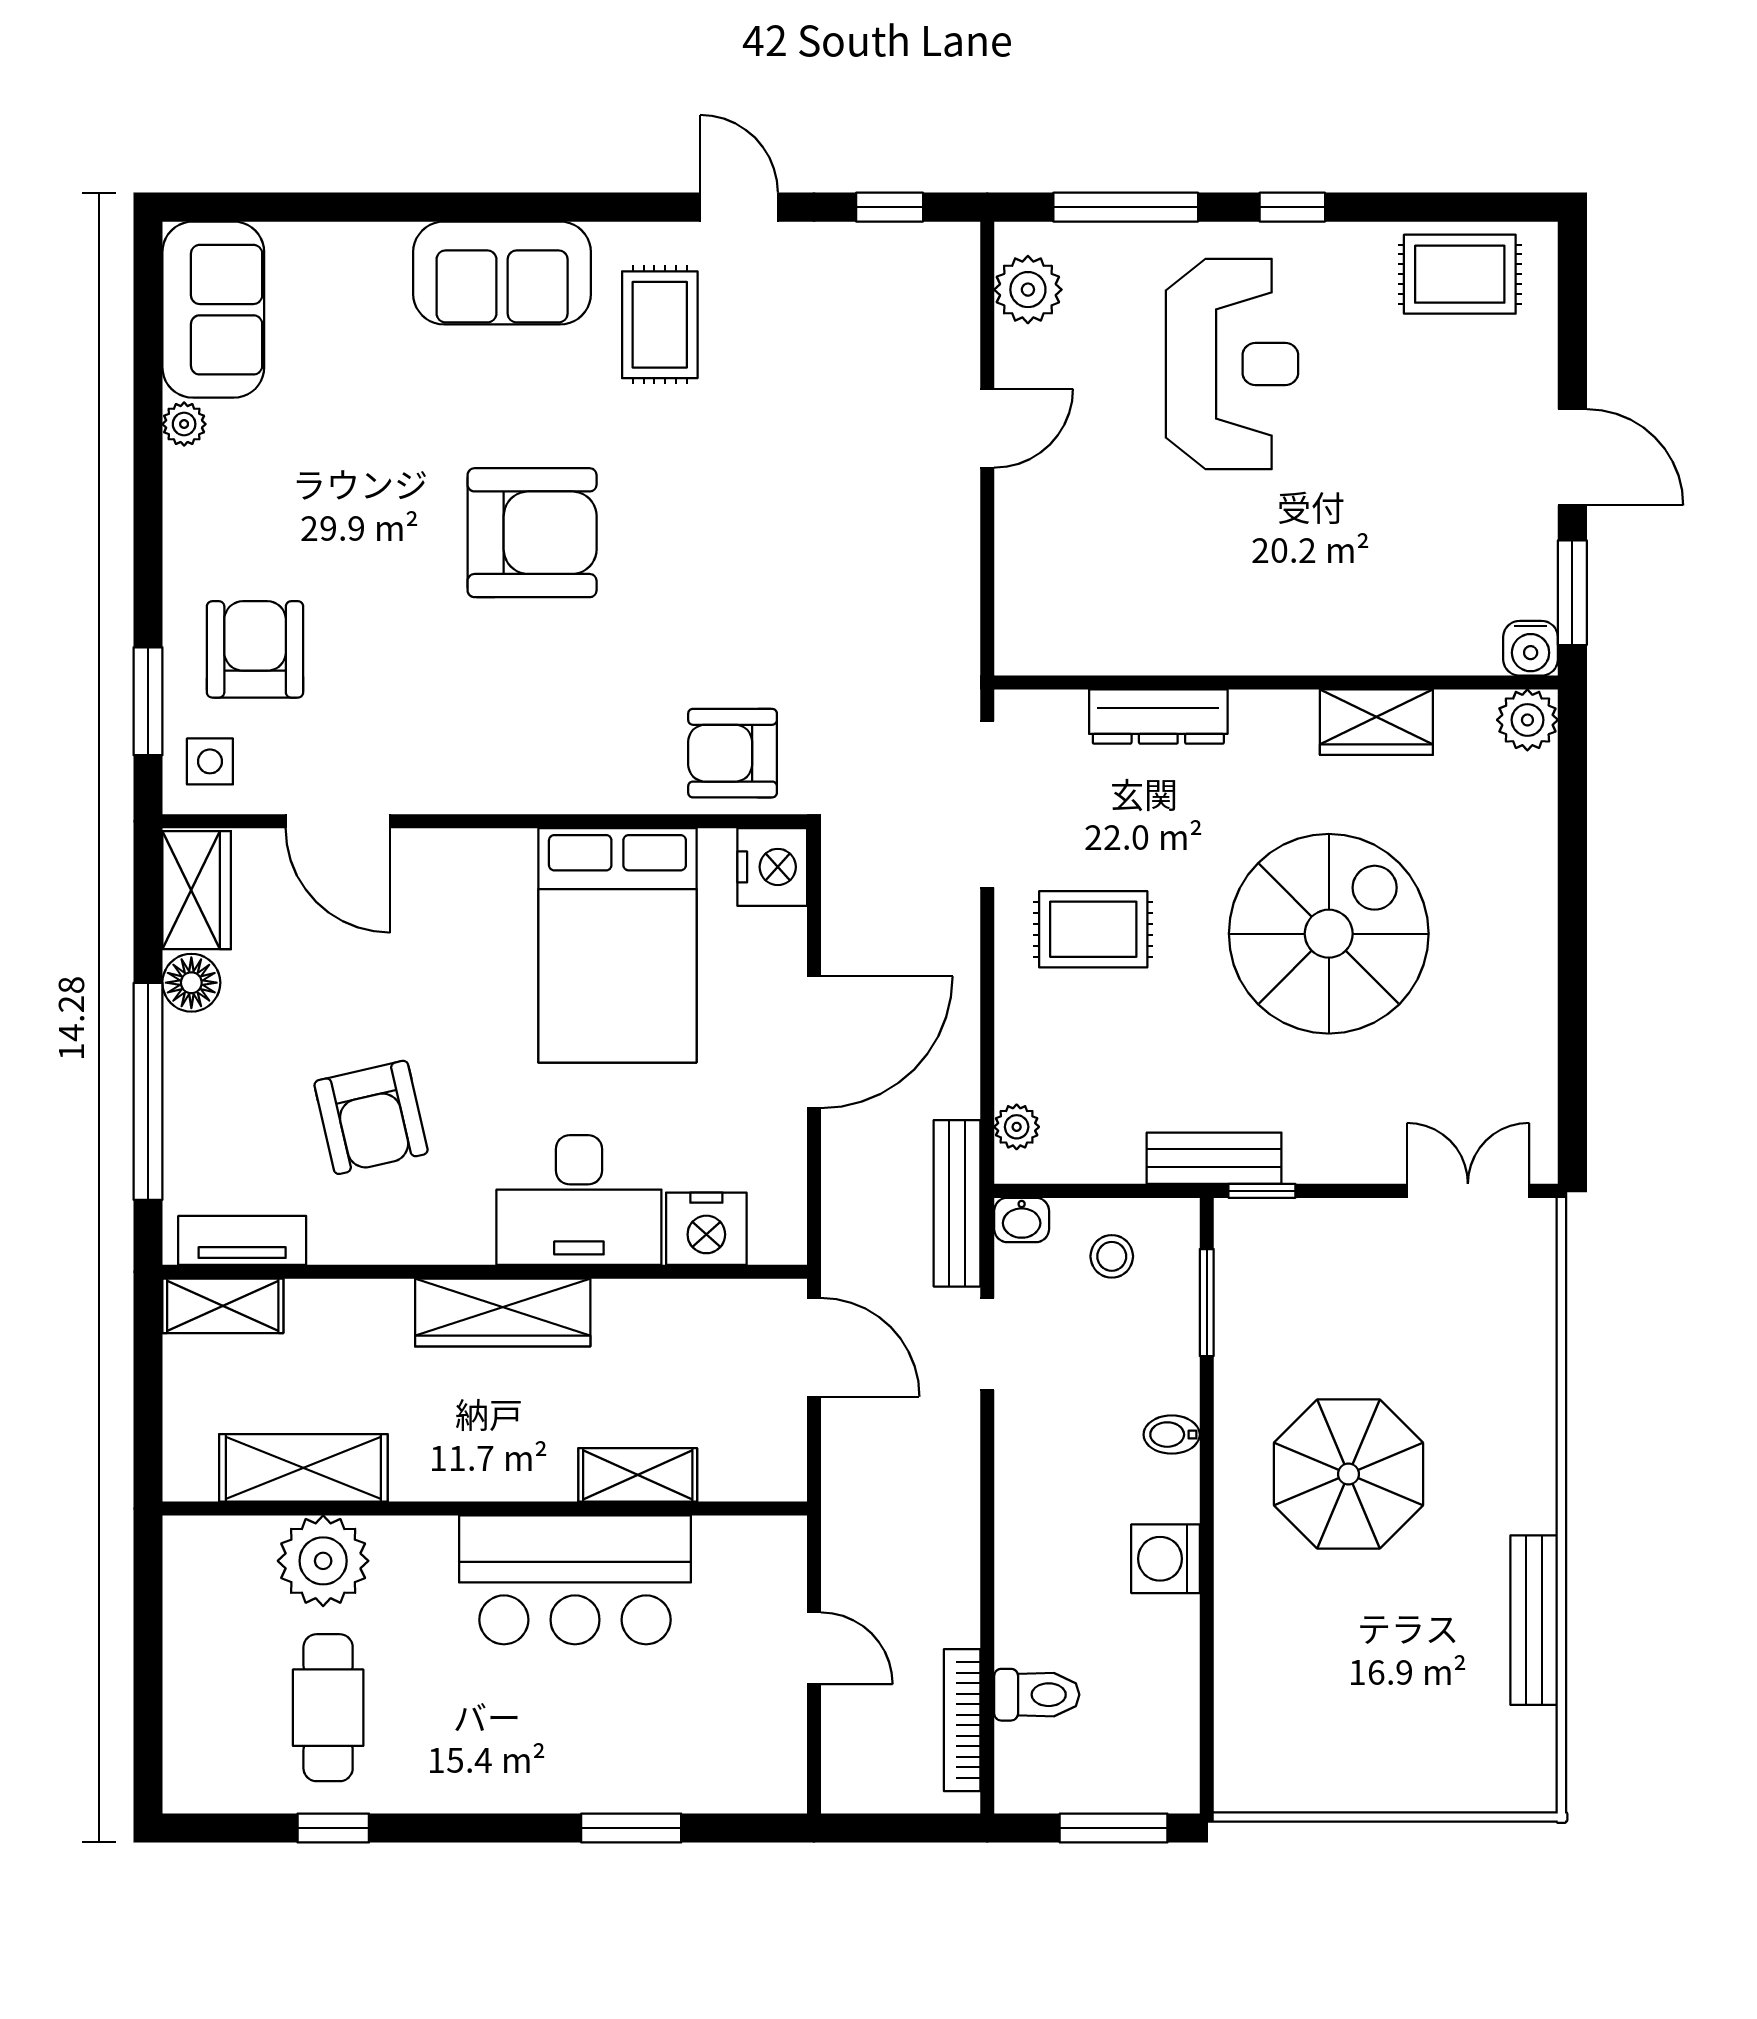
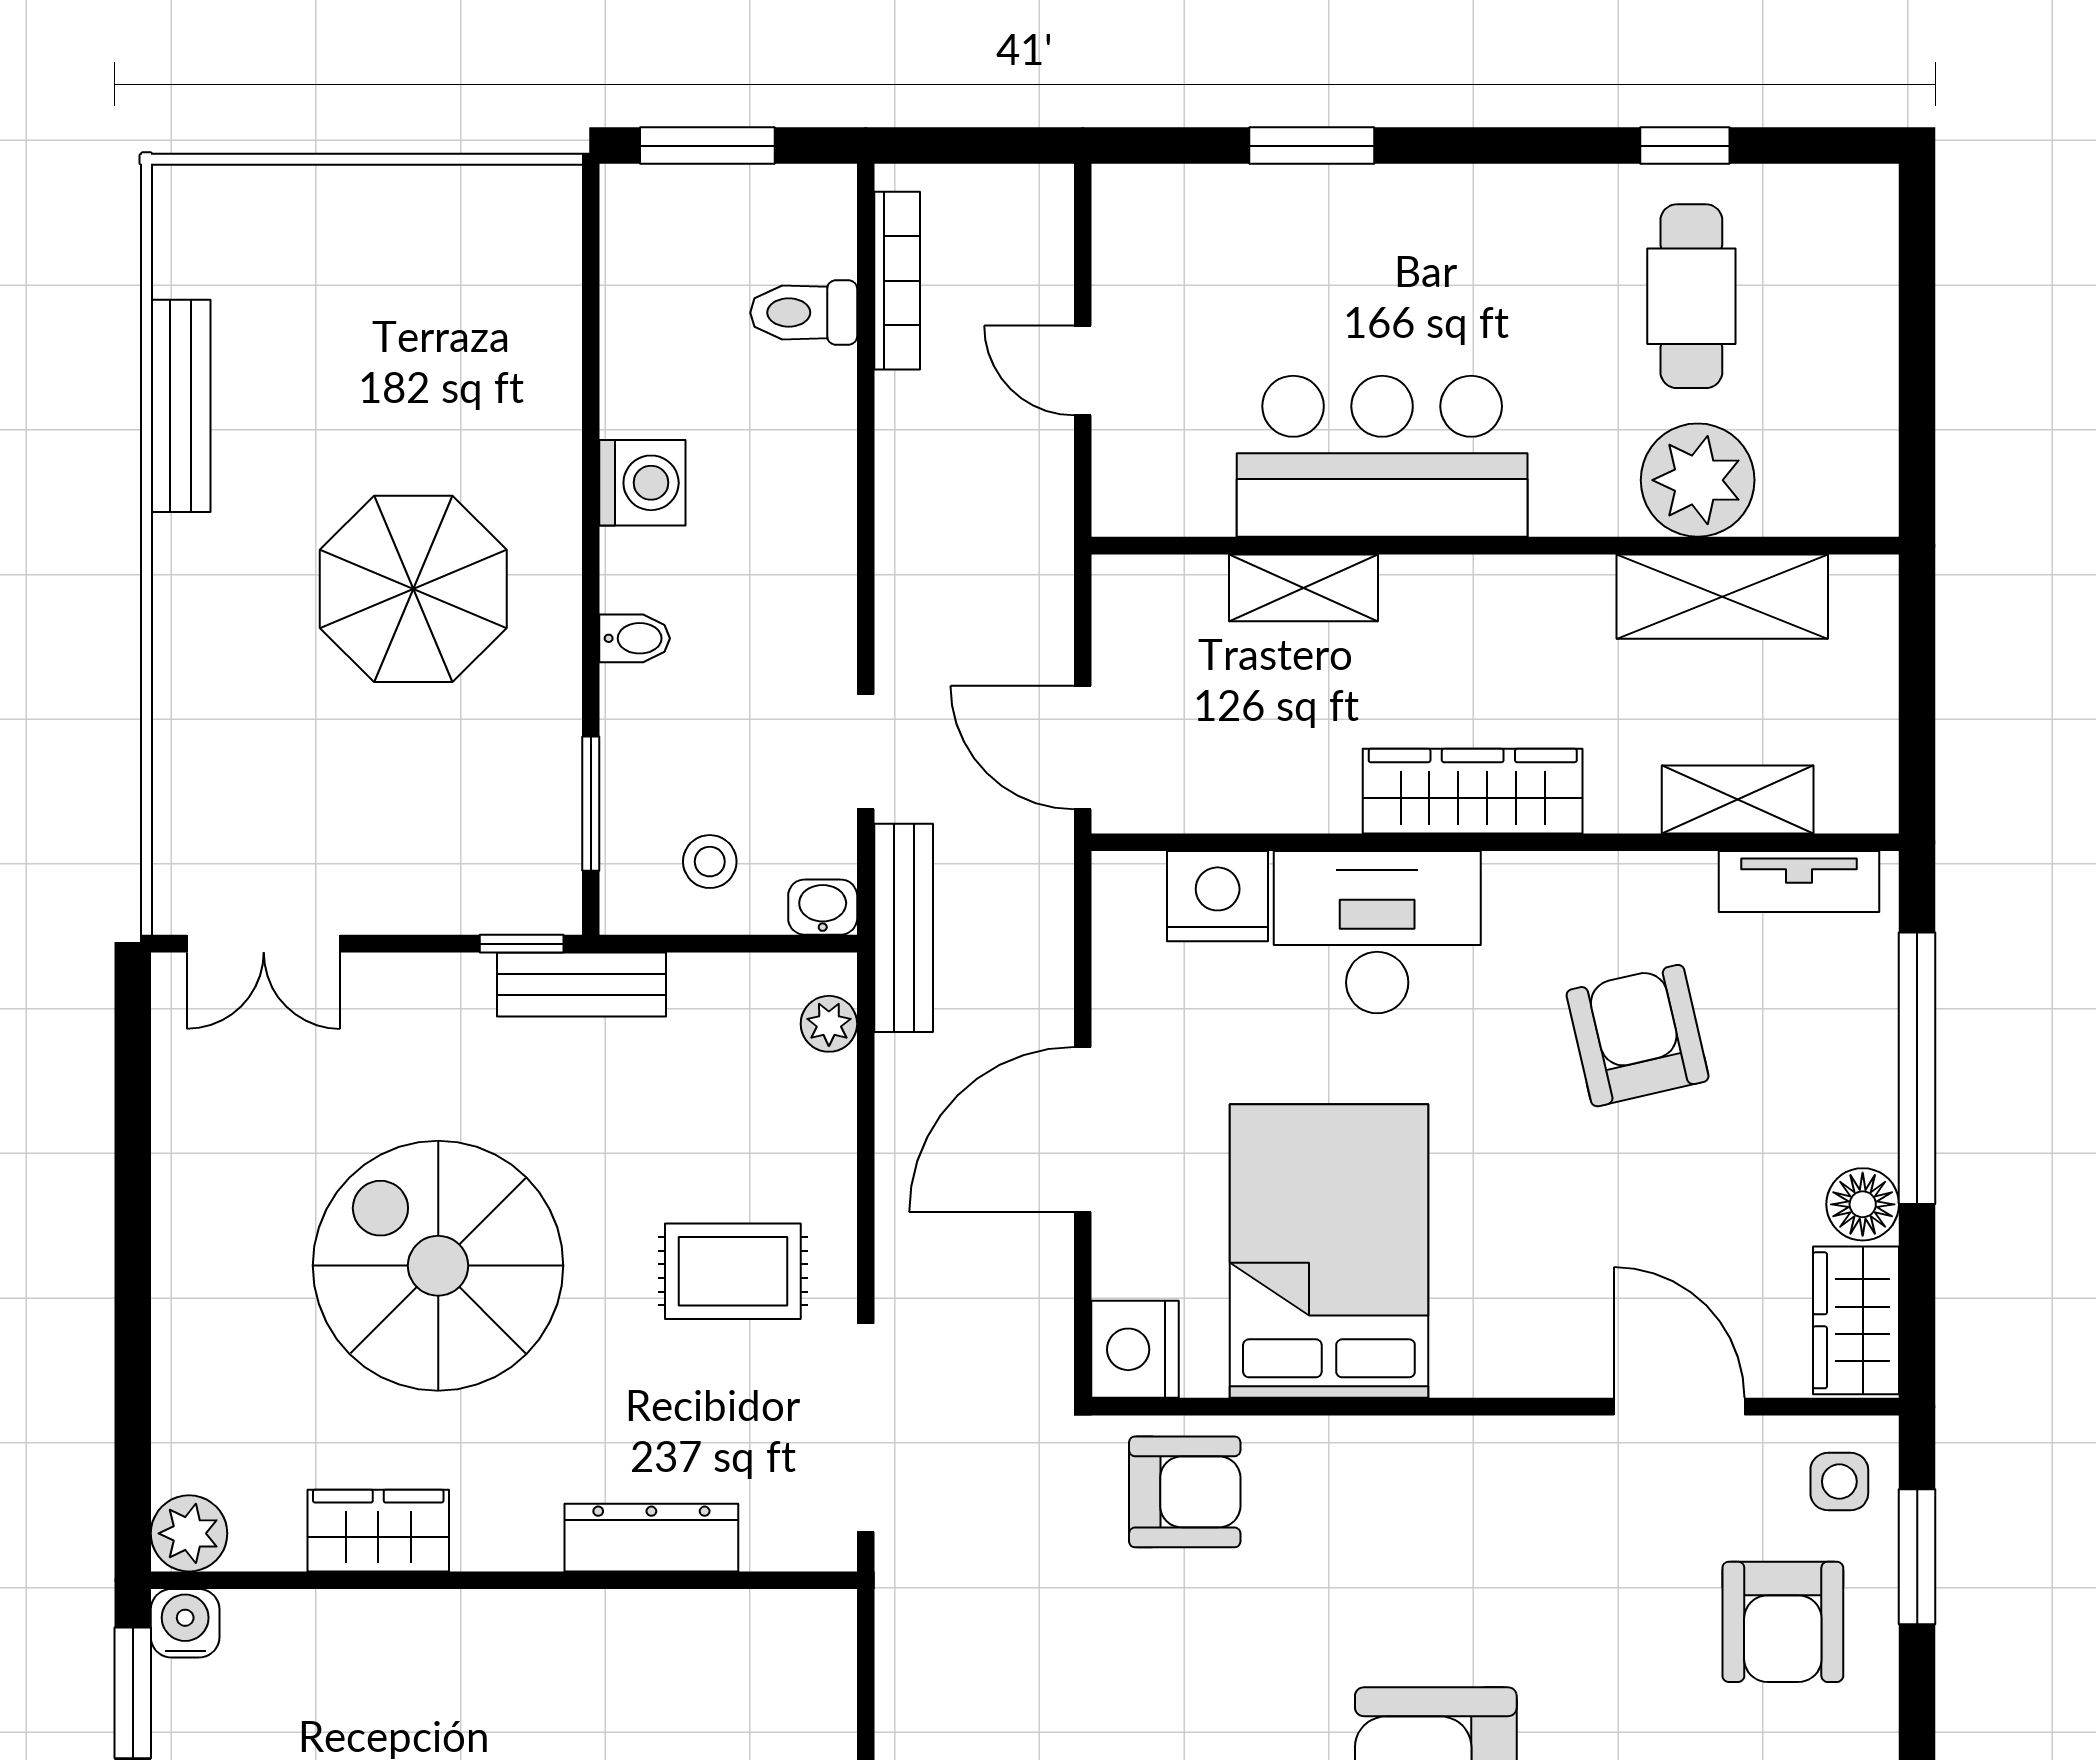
spiral stairs: (1329, 934) -> (438, 1266), turned 90
shelving: (223, 1306) -> (1738, 800), moved

